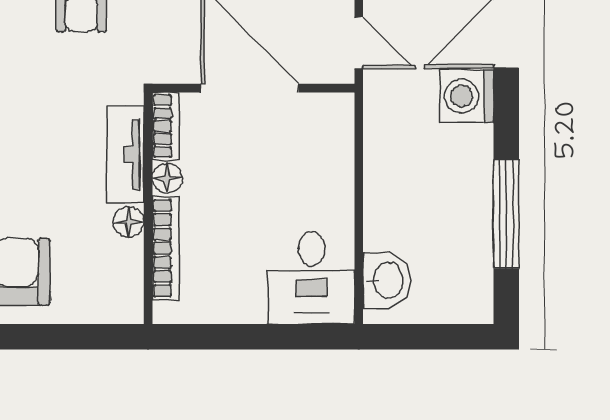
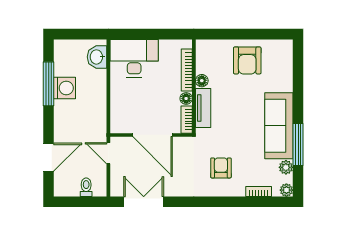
washing machine: (467, 96) -> (64, 88), moved
desk: (311, 278) -> (134, 58), width x1.37

